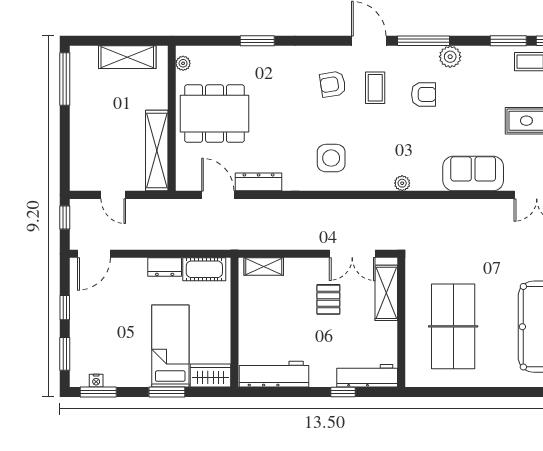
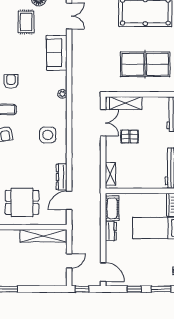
dining table: (215, 114) -> (22, 202), width x0.73

